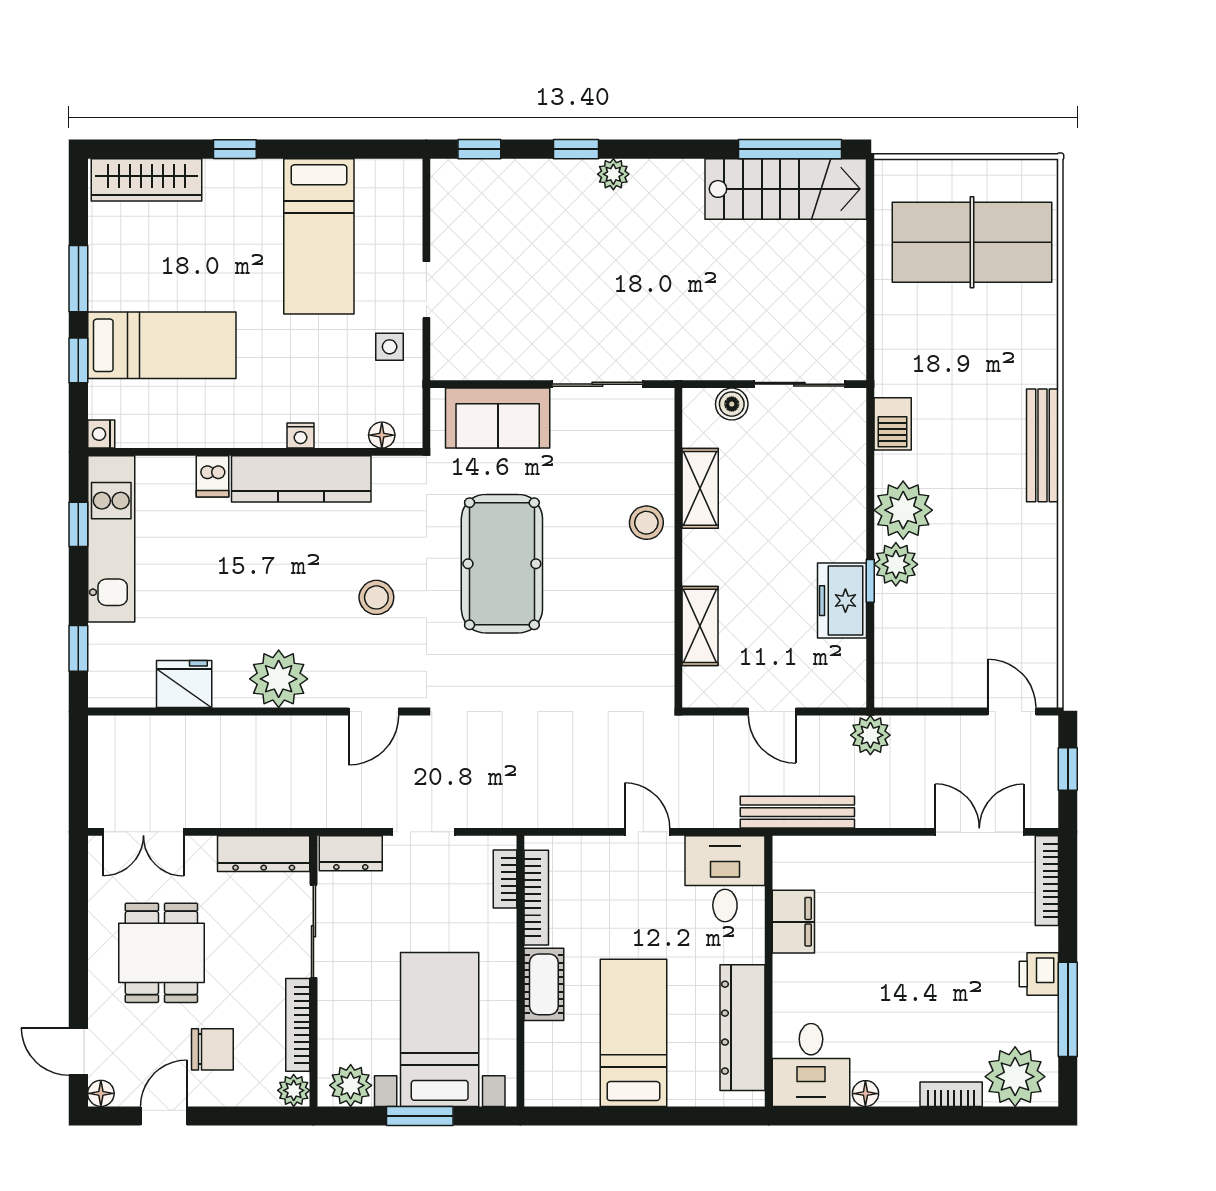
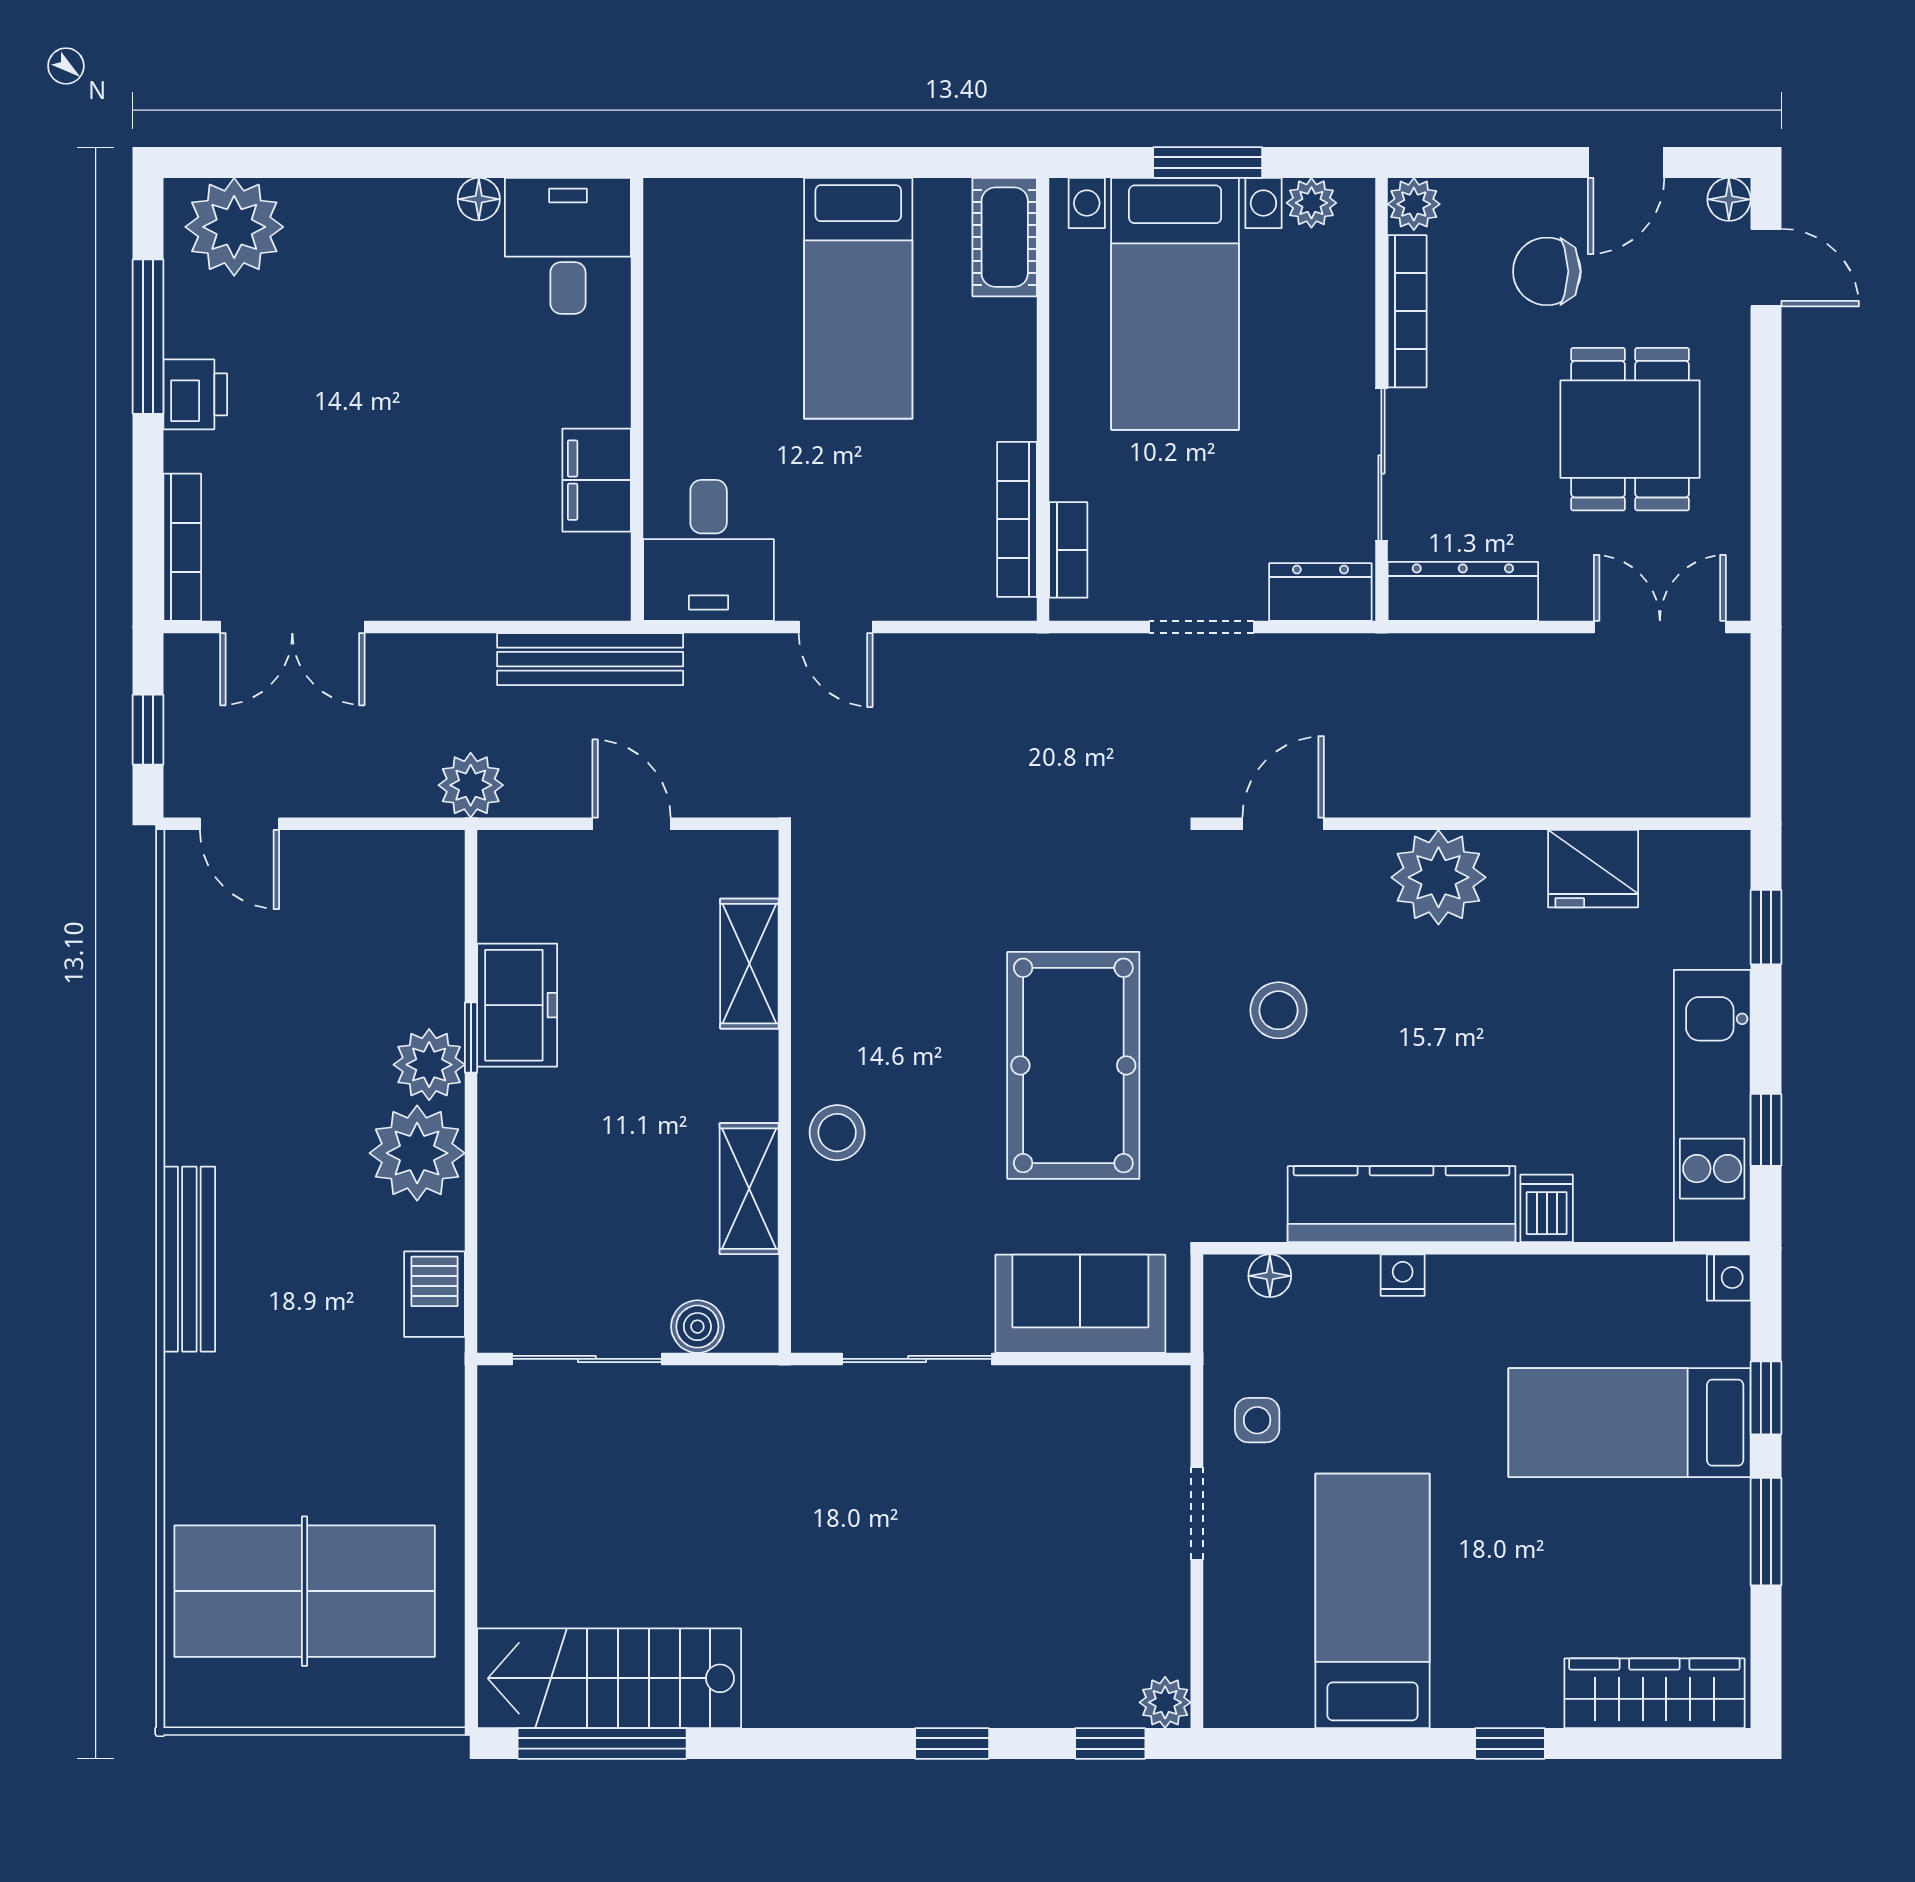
plant: (613, 174) -> (1165, 1702), moved
cot: (544, 984) -> (1005, 237), moved
dresser: (742, 1028) -> (680, 307), removed
plant: (351, 1085) -> (1311, 203), width x0.73, depth x0.73
bookcase: (951, 1094) -> (339, 198), removed

